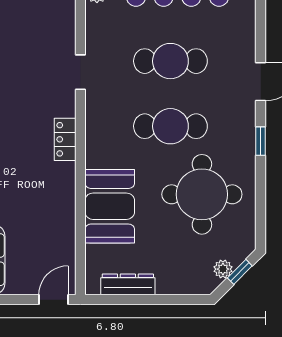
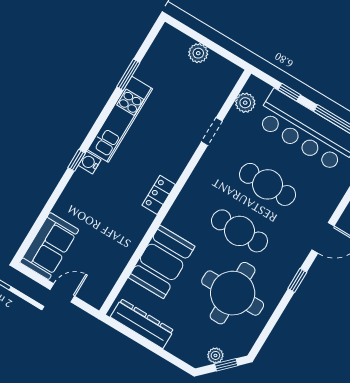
doorway: (80, 72) -> (212, 132), moved
dresser: (128, 284) -> (142, 324), width x1.37, depth x1.24
door: (54, 300) -> (62, 293), moved

